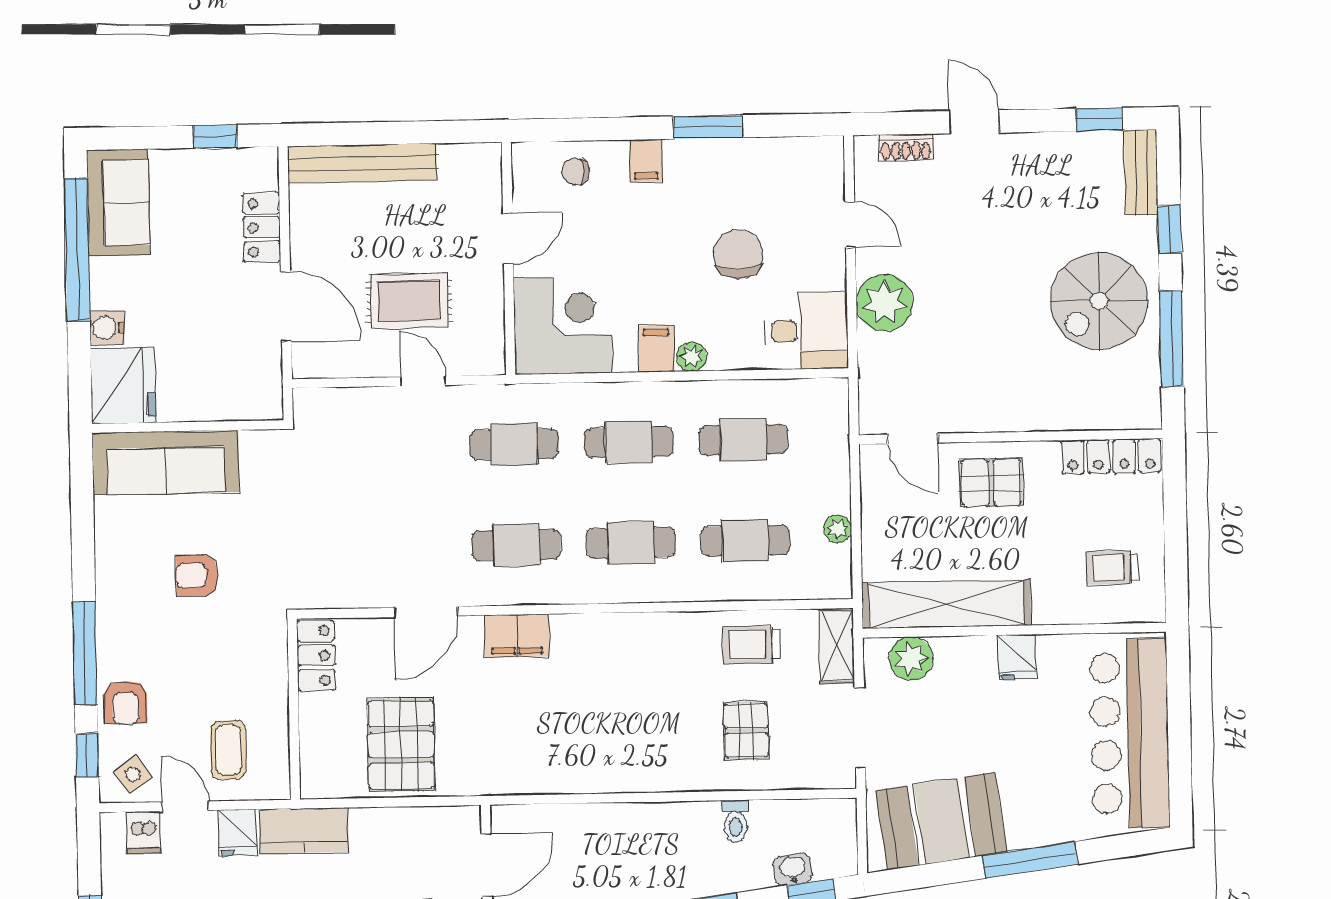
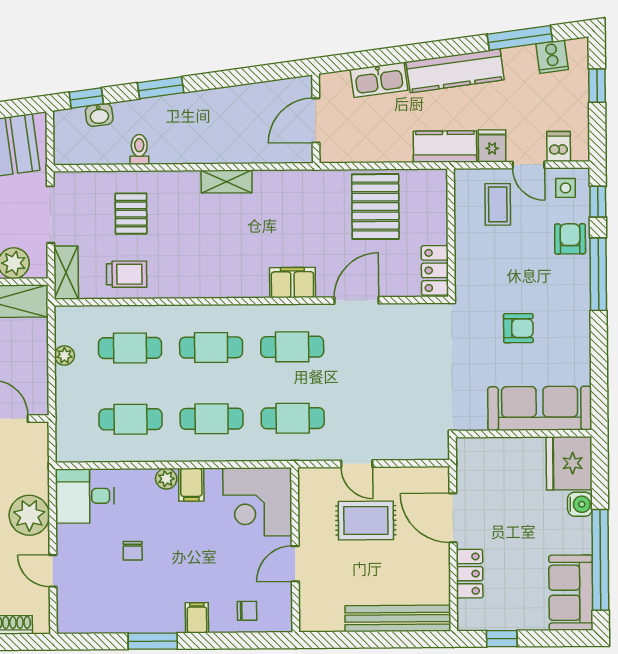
chair: (738, 254) -> (133, 551), width x0.54, depth x0.54
side table: (133, 774) -> (566, 188), turned 35
shelving: (612, 777) -> (227, 182), added

